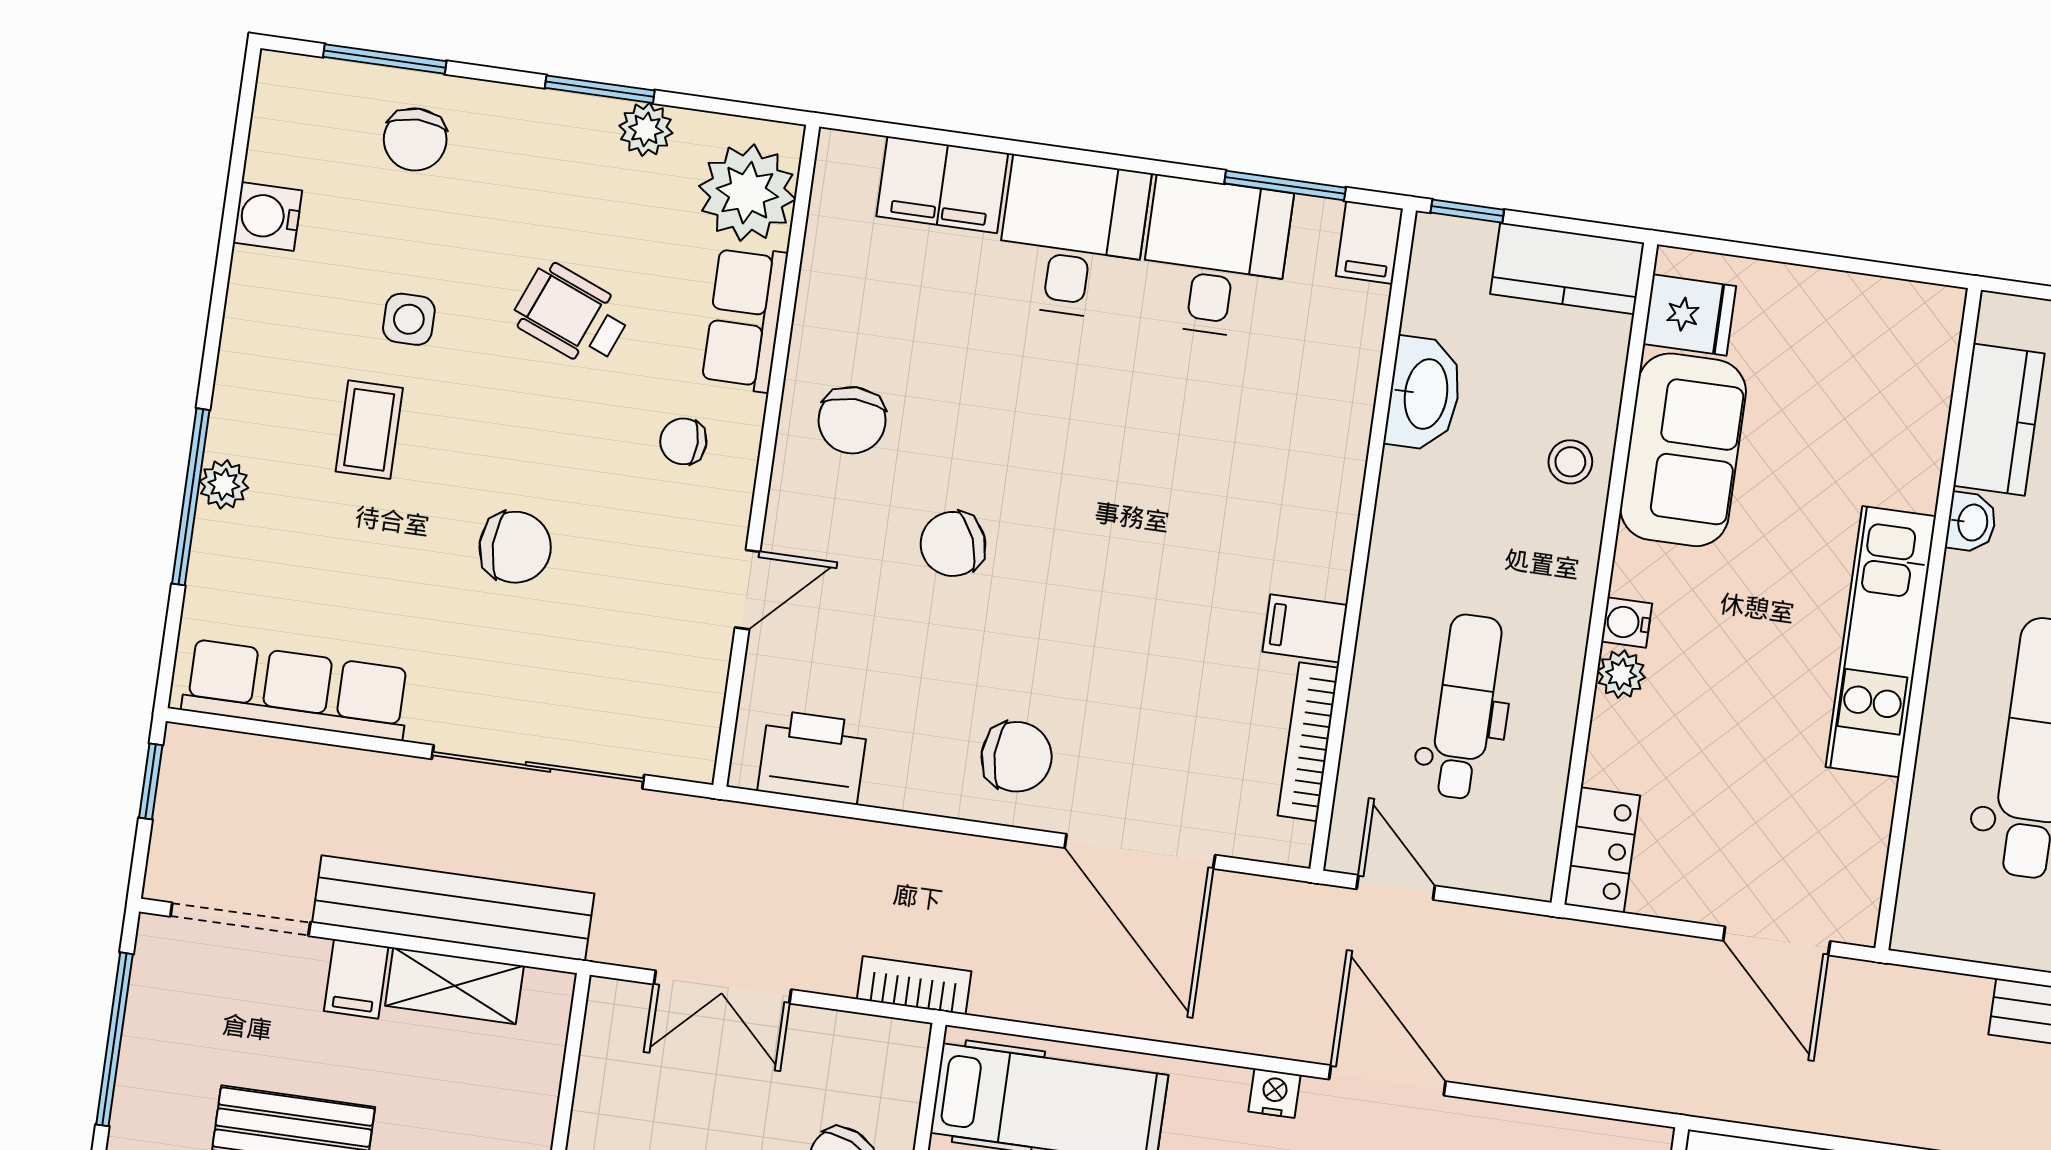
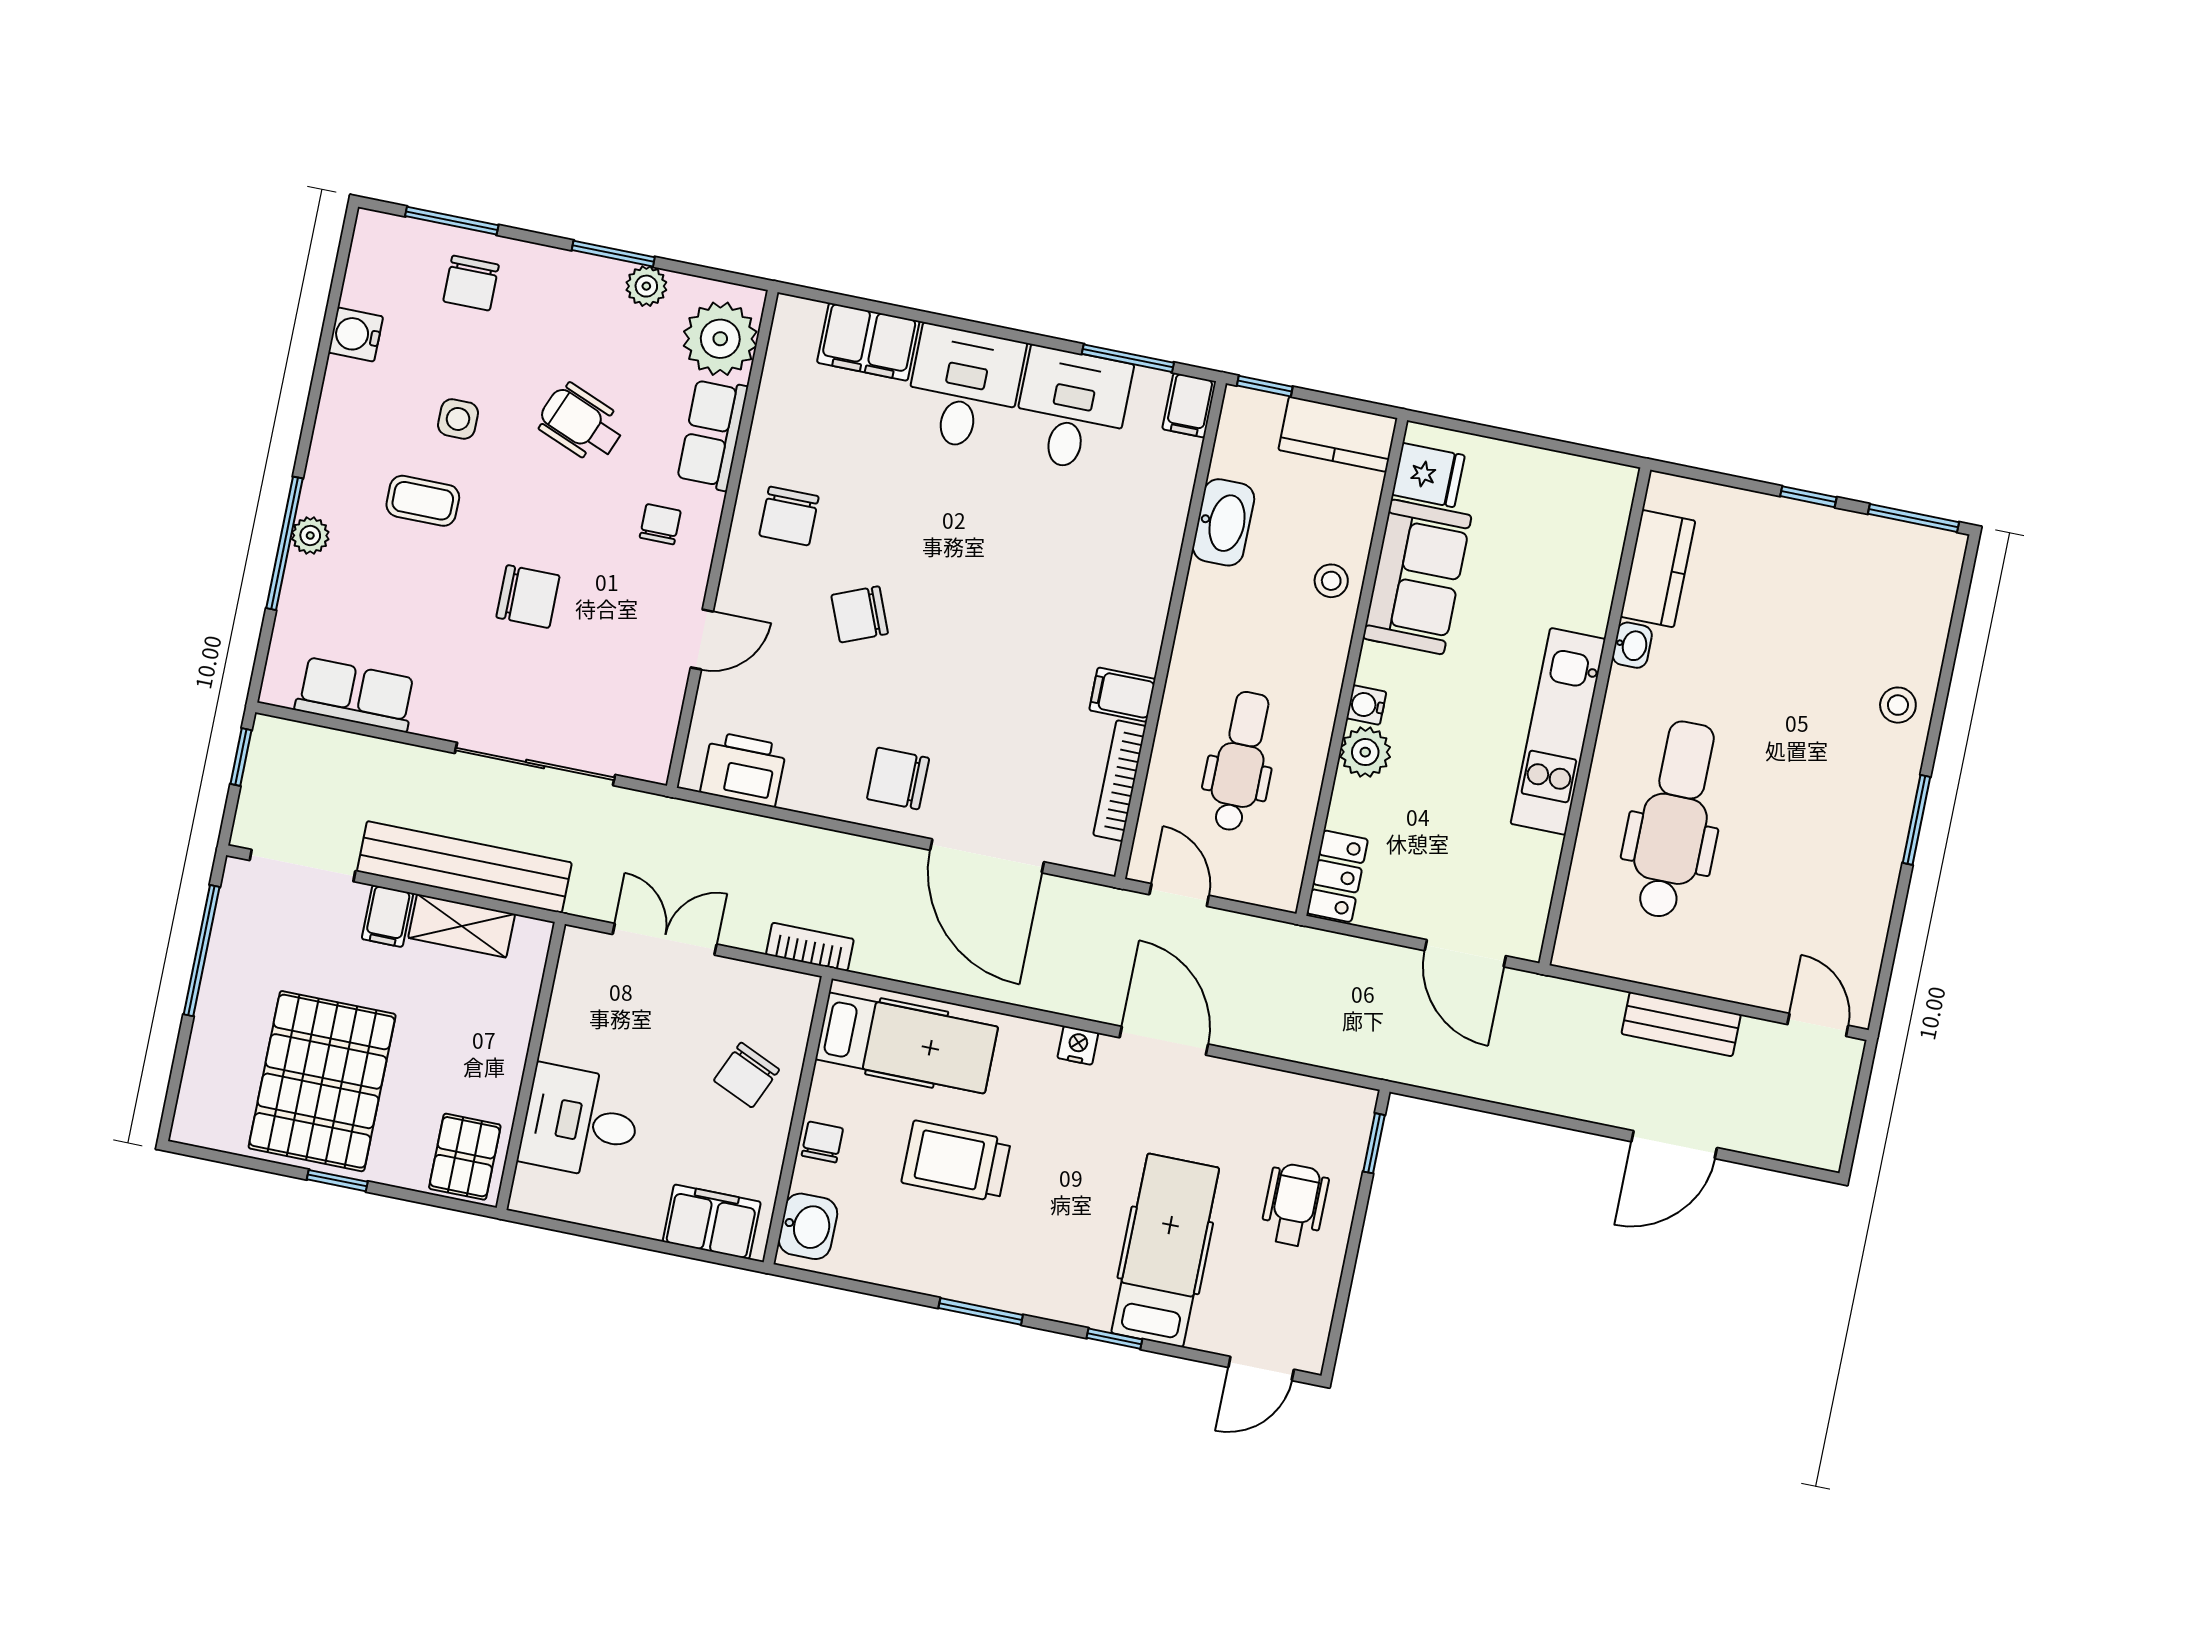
coffee table: (369, 430) -> (423, 501), turned 90
chair: (683, 441) -> (660, 524), turned 90
plant: (1621, 674) -> (1365, 752), width x1.38, depth x1.38
row of seats: (296, 690) -> (356, 694), width x0.68
chair: (1017, 757) -> (898, 778), turned 180
double door: (723, 987) -> (665, 939), swing flipped

